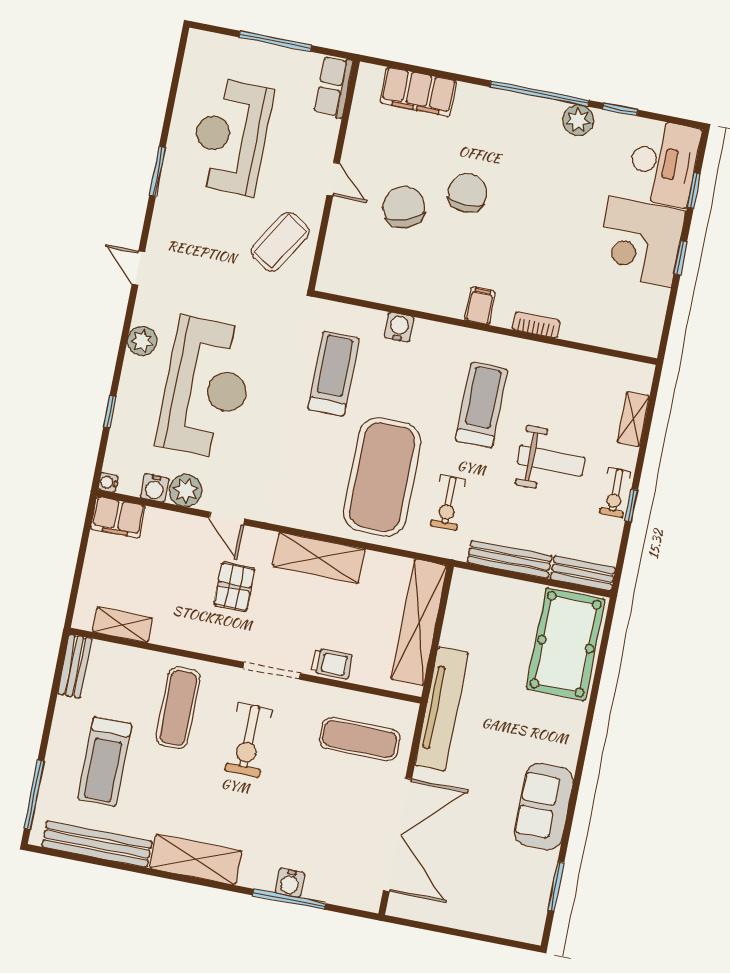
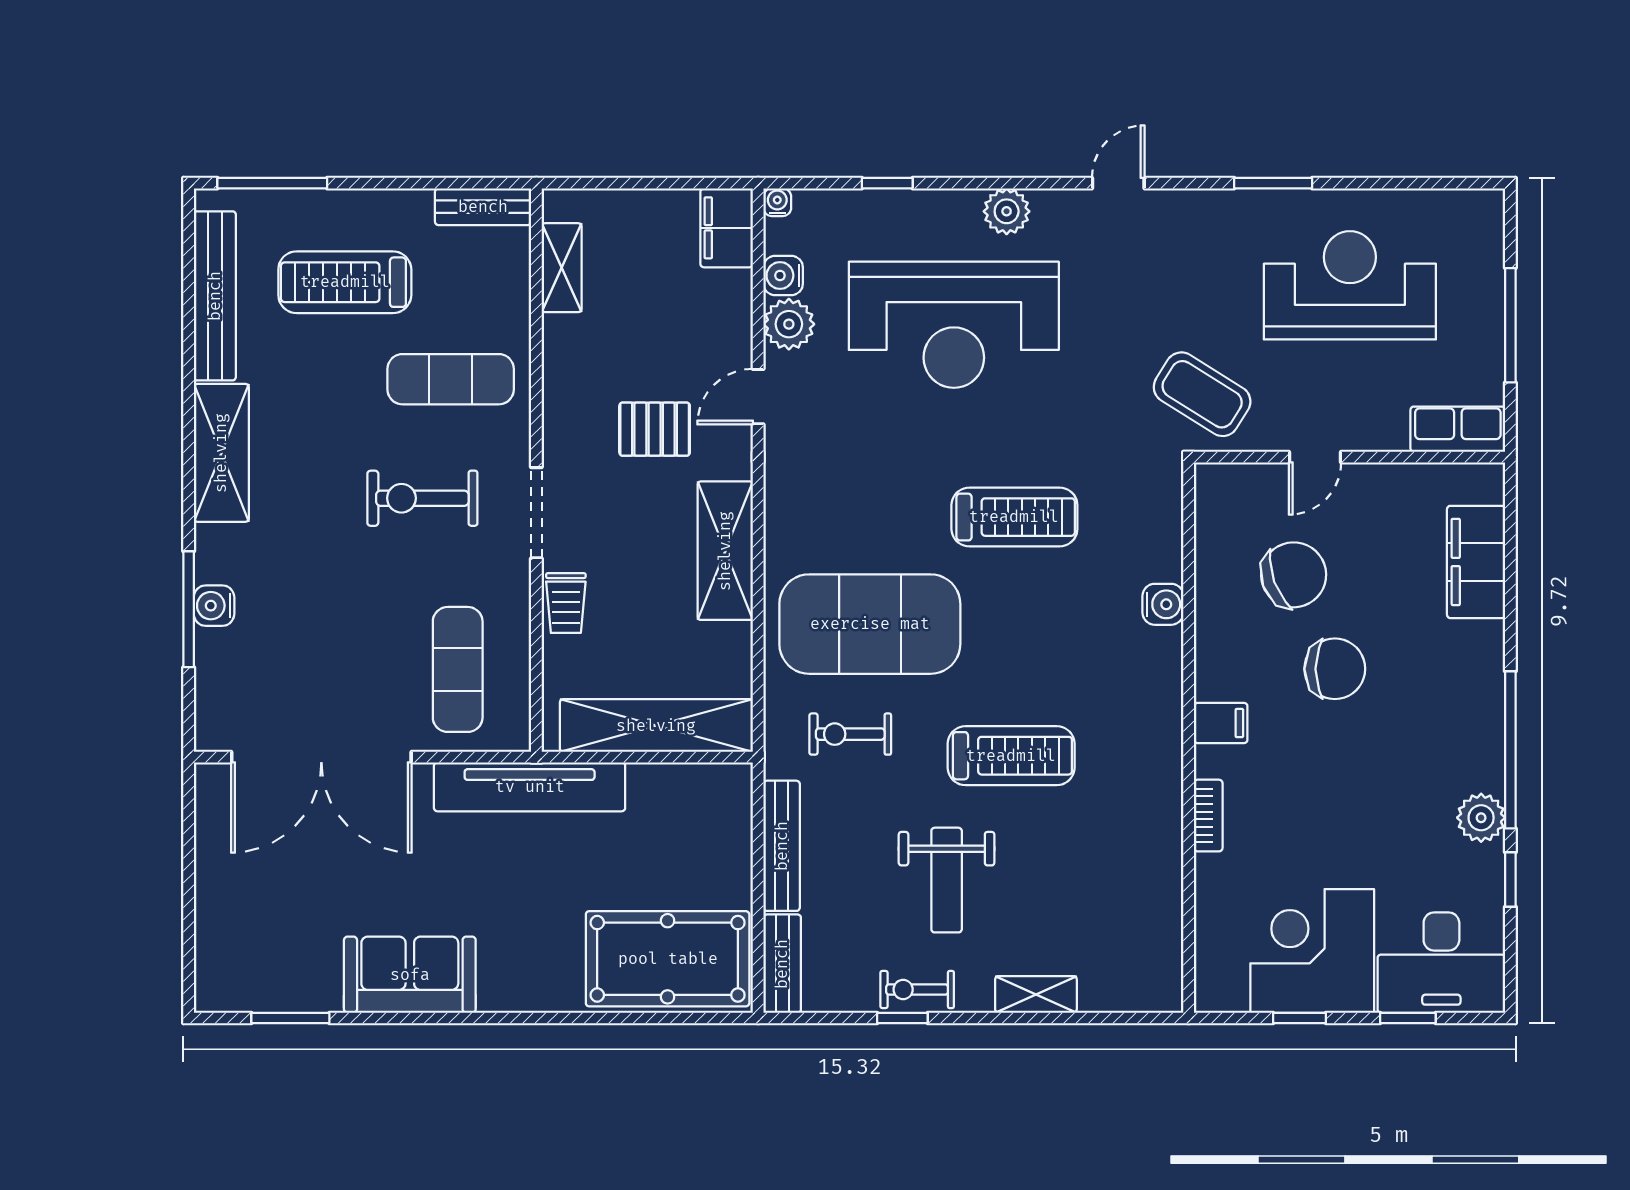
filing cabinet: (480, 306) -> (1221, 723), moved
bookcase: (536, 325) -> (1208, 816), moved
water cooler: (399, 327) -> (1163, 604), moved
wall: (485, 328) -> (1189, 738), moved

